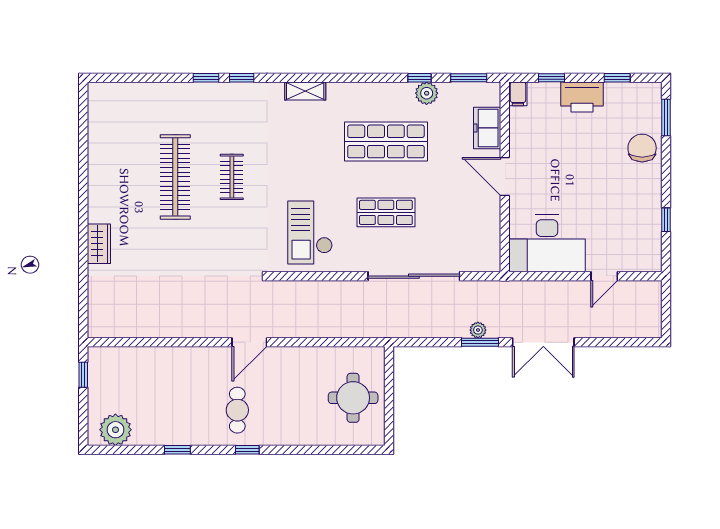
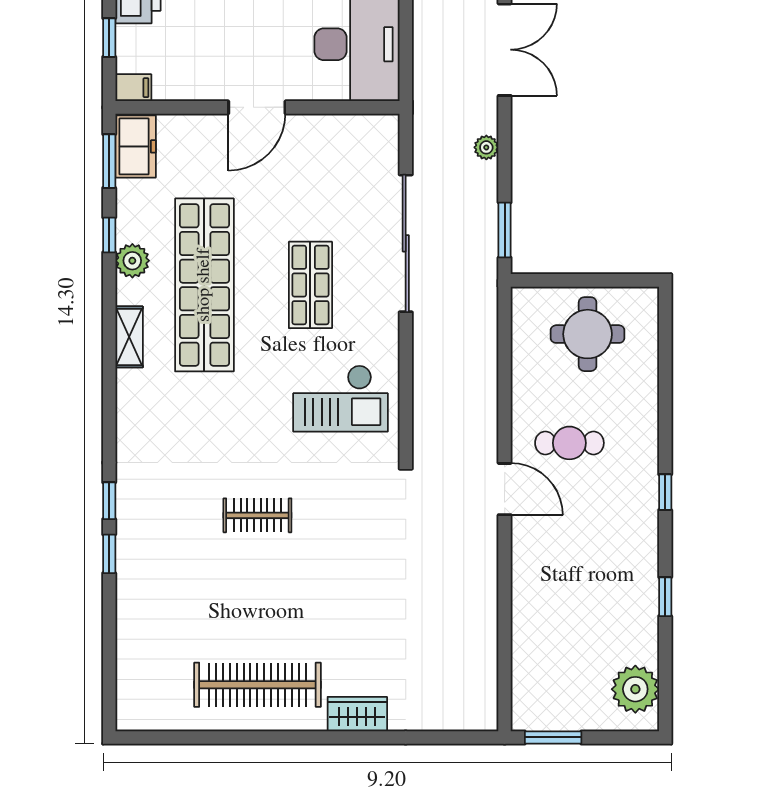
shelving: (305, 91) -> (129, 337), moved
plant: (427, 93) -> (132, 261), moved
freezer: (487, 128) -> (136, 146), moved, turned -90
shop shelf: (386, 141) -> (204, 285), width x1.40
clothes rail: (175, 177) -> (257, 685), moved
window: (480, 342) -> (505, 230), moved
window: (83, 375) -> (553, 737), width x1.50
cafe table: (237, 410) -> (569, 443), moved

